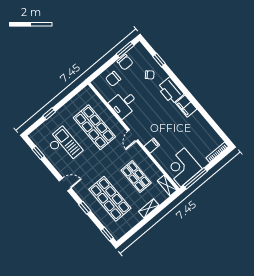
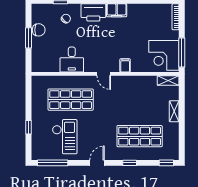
window: (125, 50) -> (28, 38), moved
chair: (113, 79) -> (44, 51), removed
checkout: (64, 145) -> (65, 137), turned 90
window: (38, 153) -> (53, 163), width x2.17
shop shelf: (136, 177) -> (140, 100), removed

